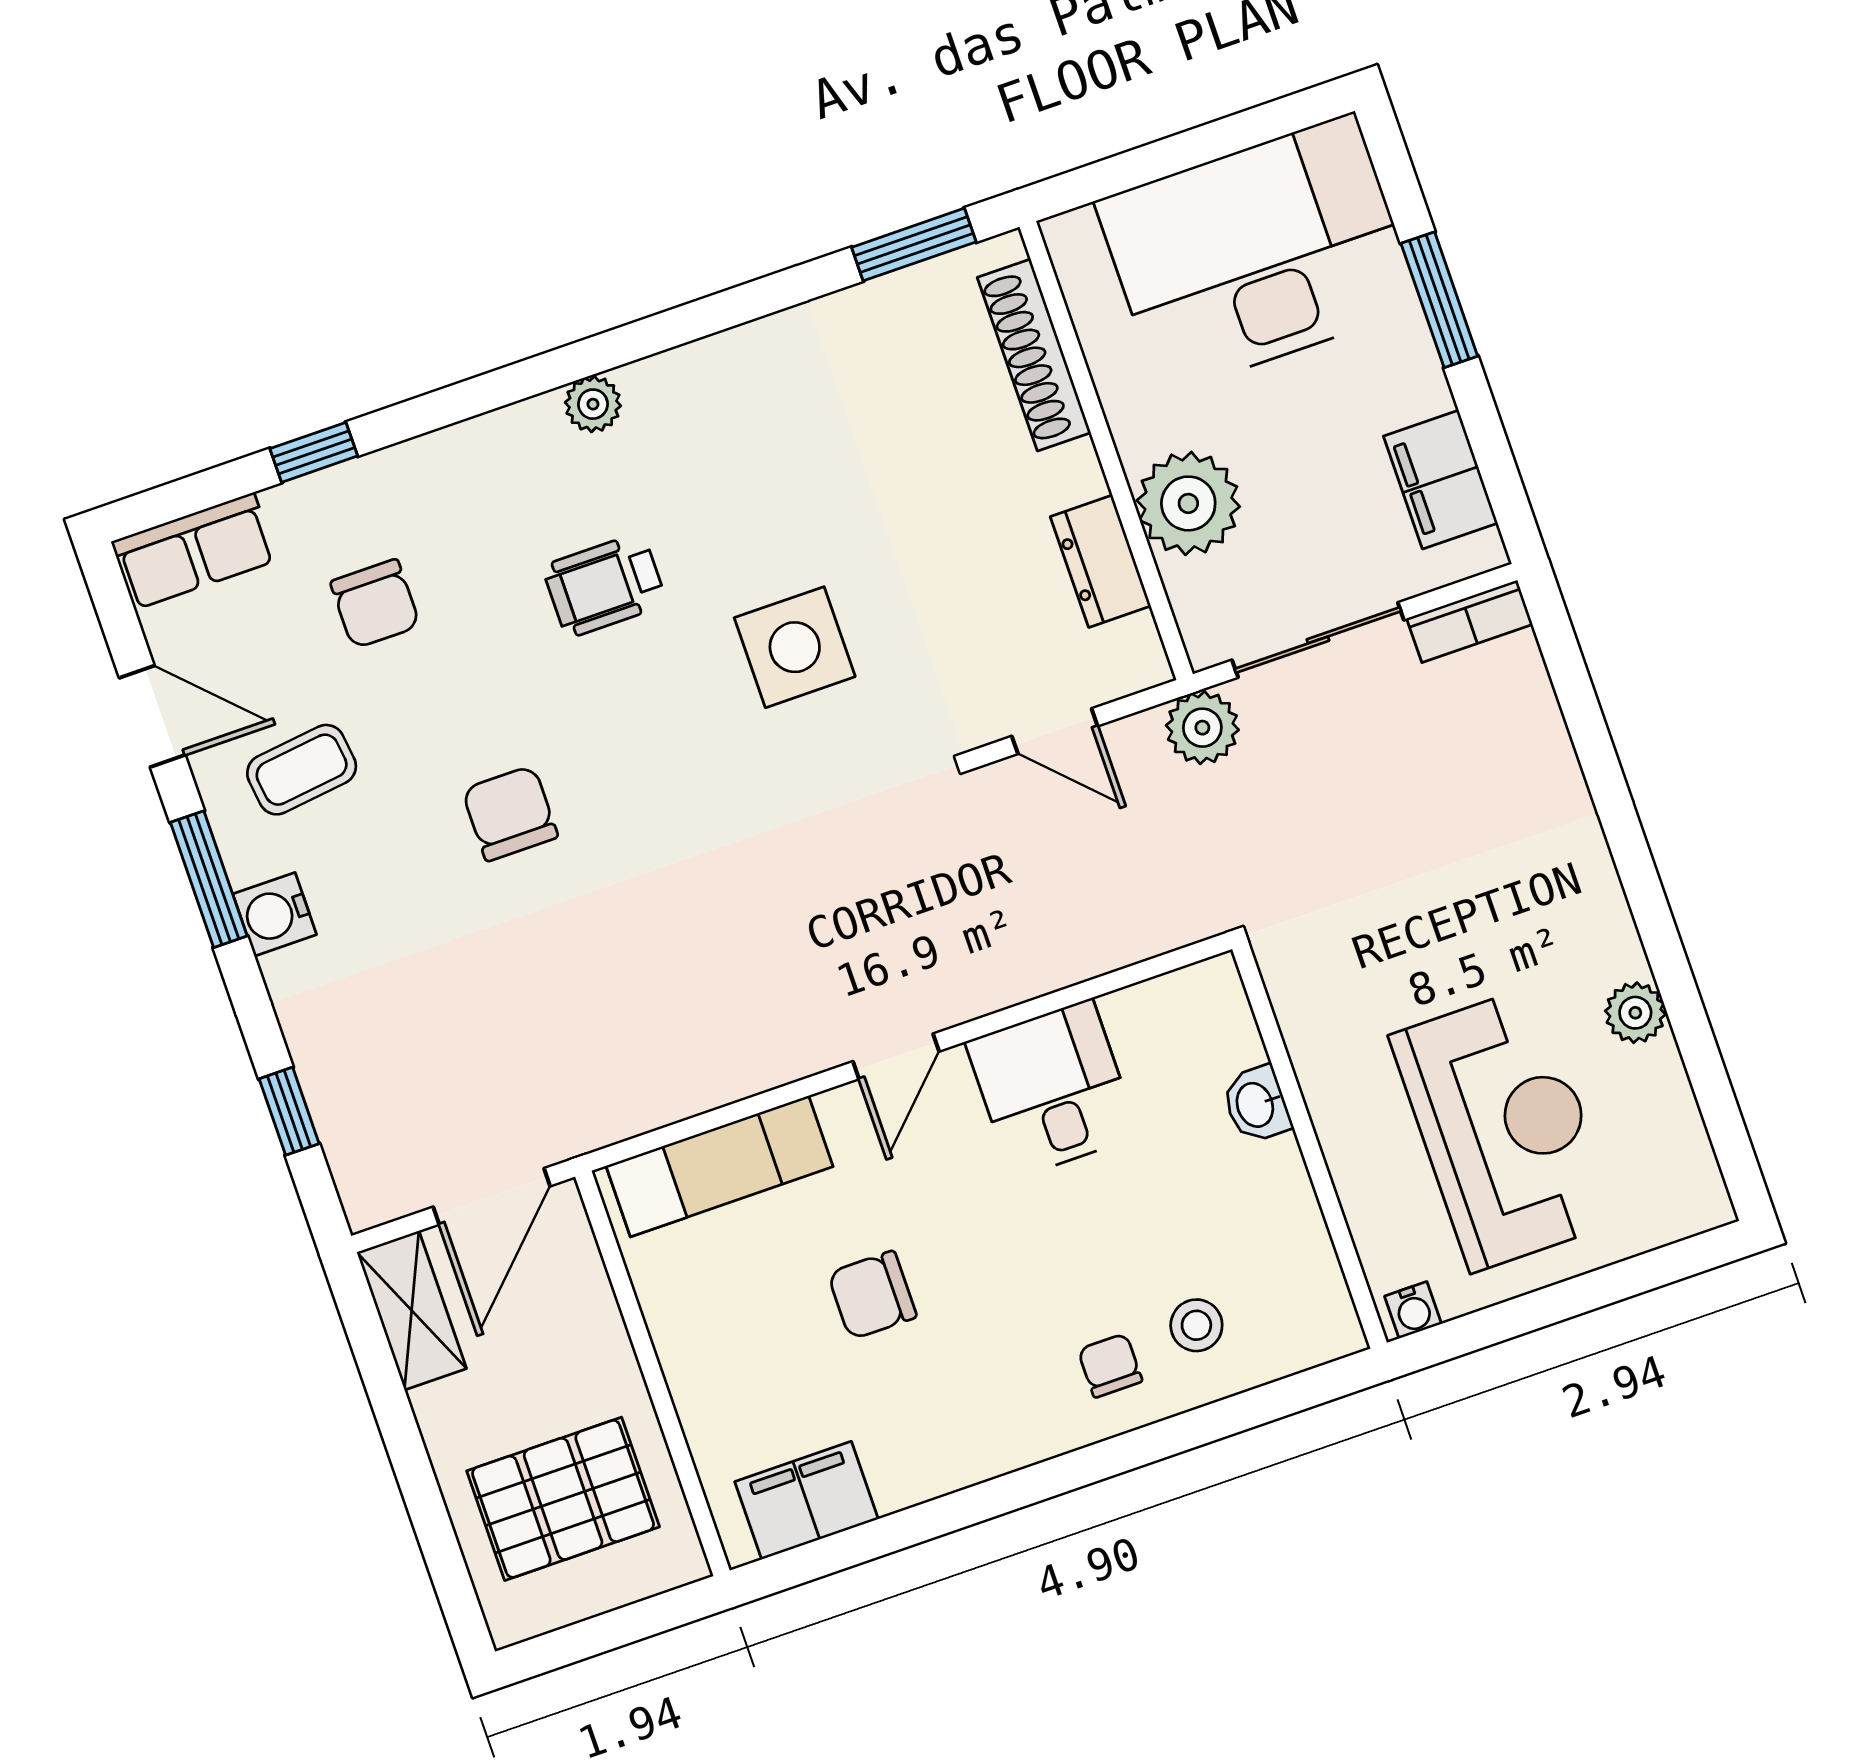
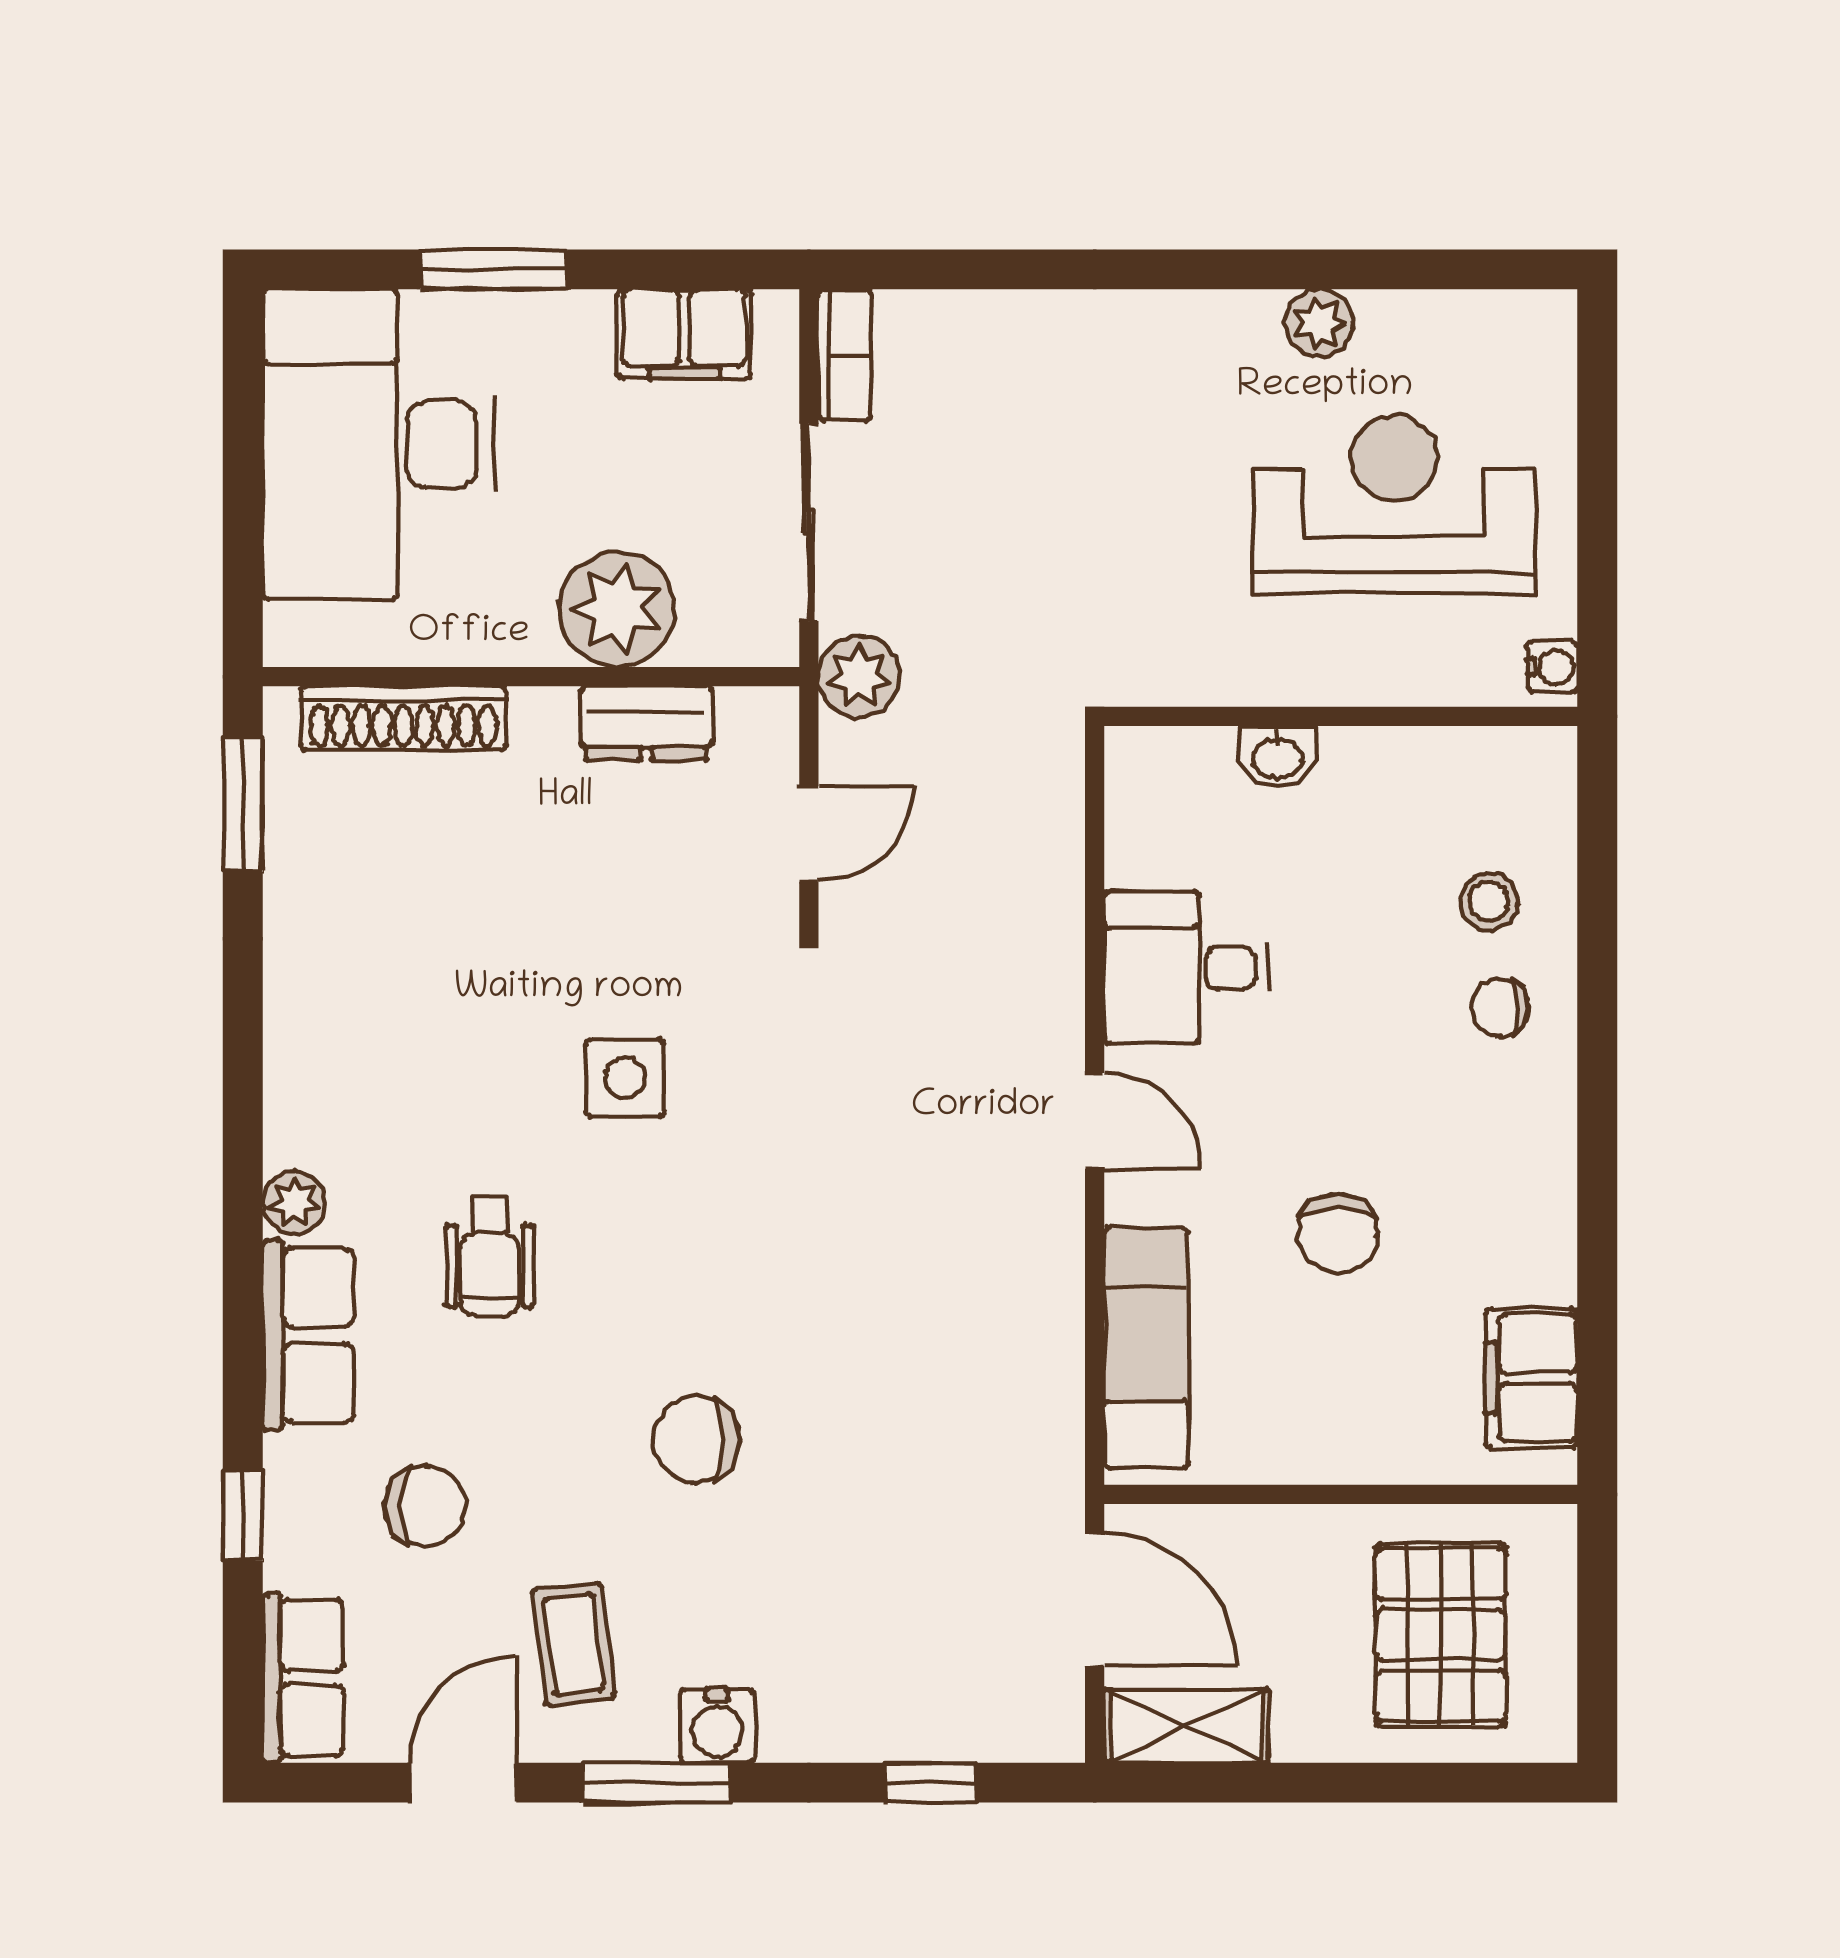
row of seats: (485, 455) -> (308, 1335), added
side table: (795, 647) -> (625, 1078), width x0.73, depth x0.73

